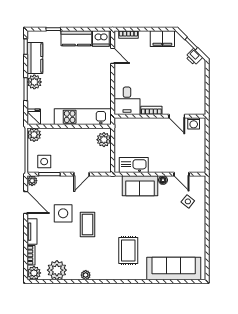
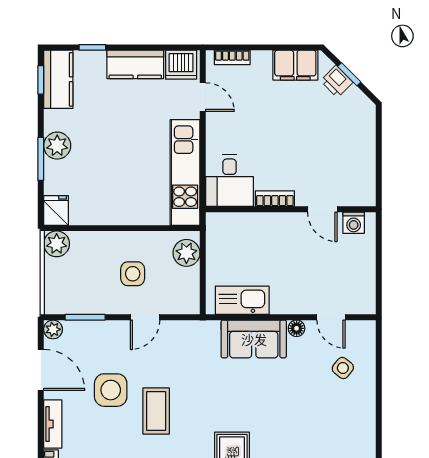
printer: (194, 57) -> (337, 81), moved
kitchen counter: (35, 58) -> (58, 79), moved
kitchen unit: (83, 117) -> (185, 172), moved, turned -90
side table: (44, 162) -> (133, 274), moved

